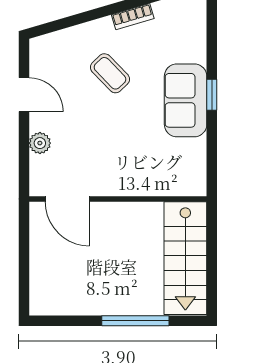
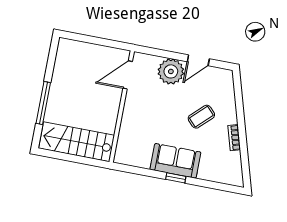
plant: (40, 143) -> (171, 71), width x1.88, depth x1.88

